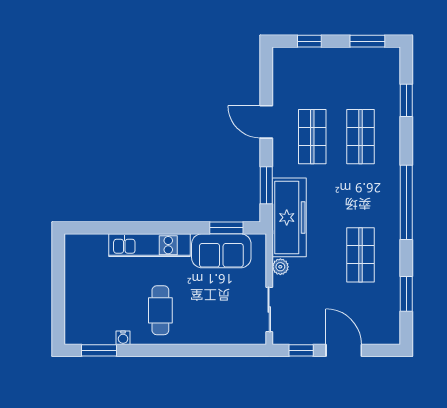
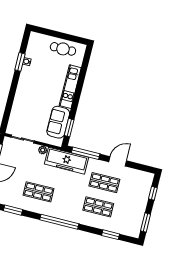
window: (266, 185) -> (86, 153), width x1.44
cafe table: (160, 310) -> (63, 49), moved
window: (99, 350) -> (20, 62), moved

